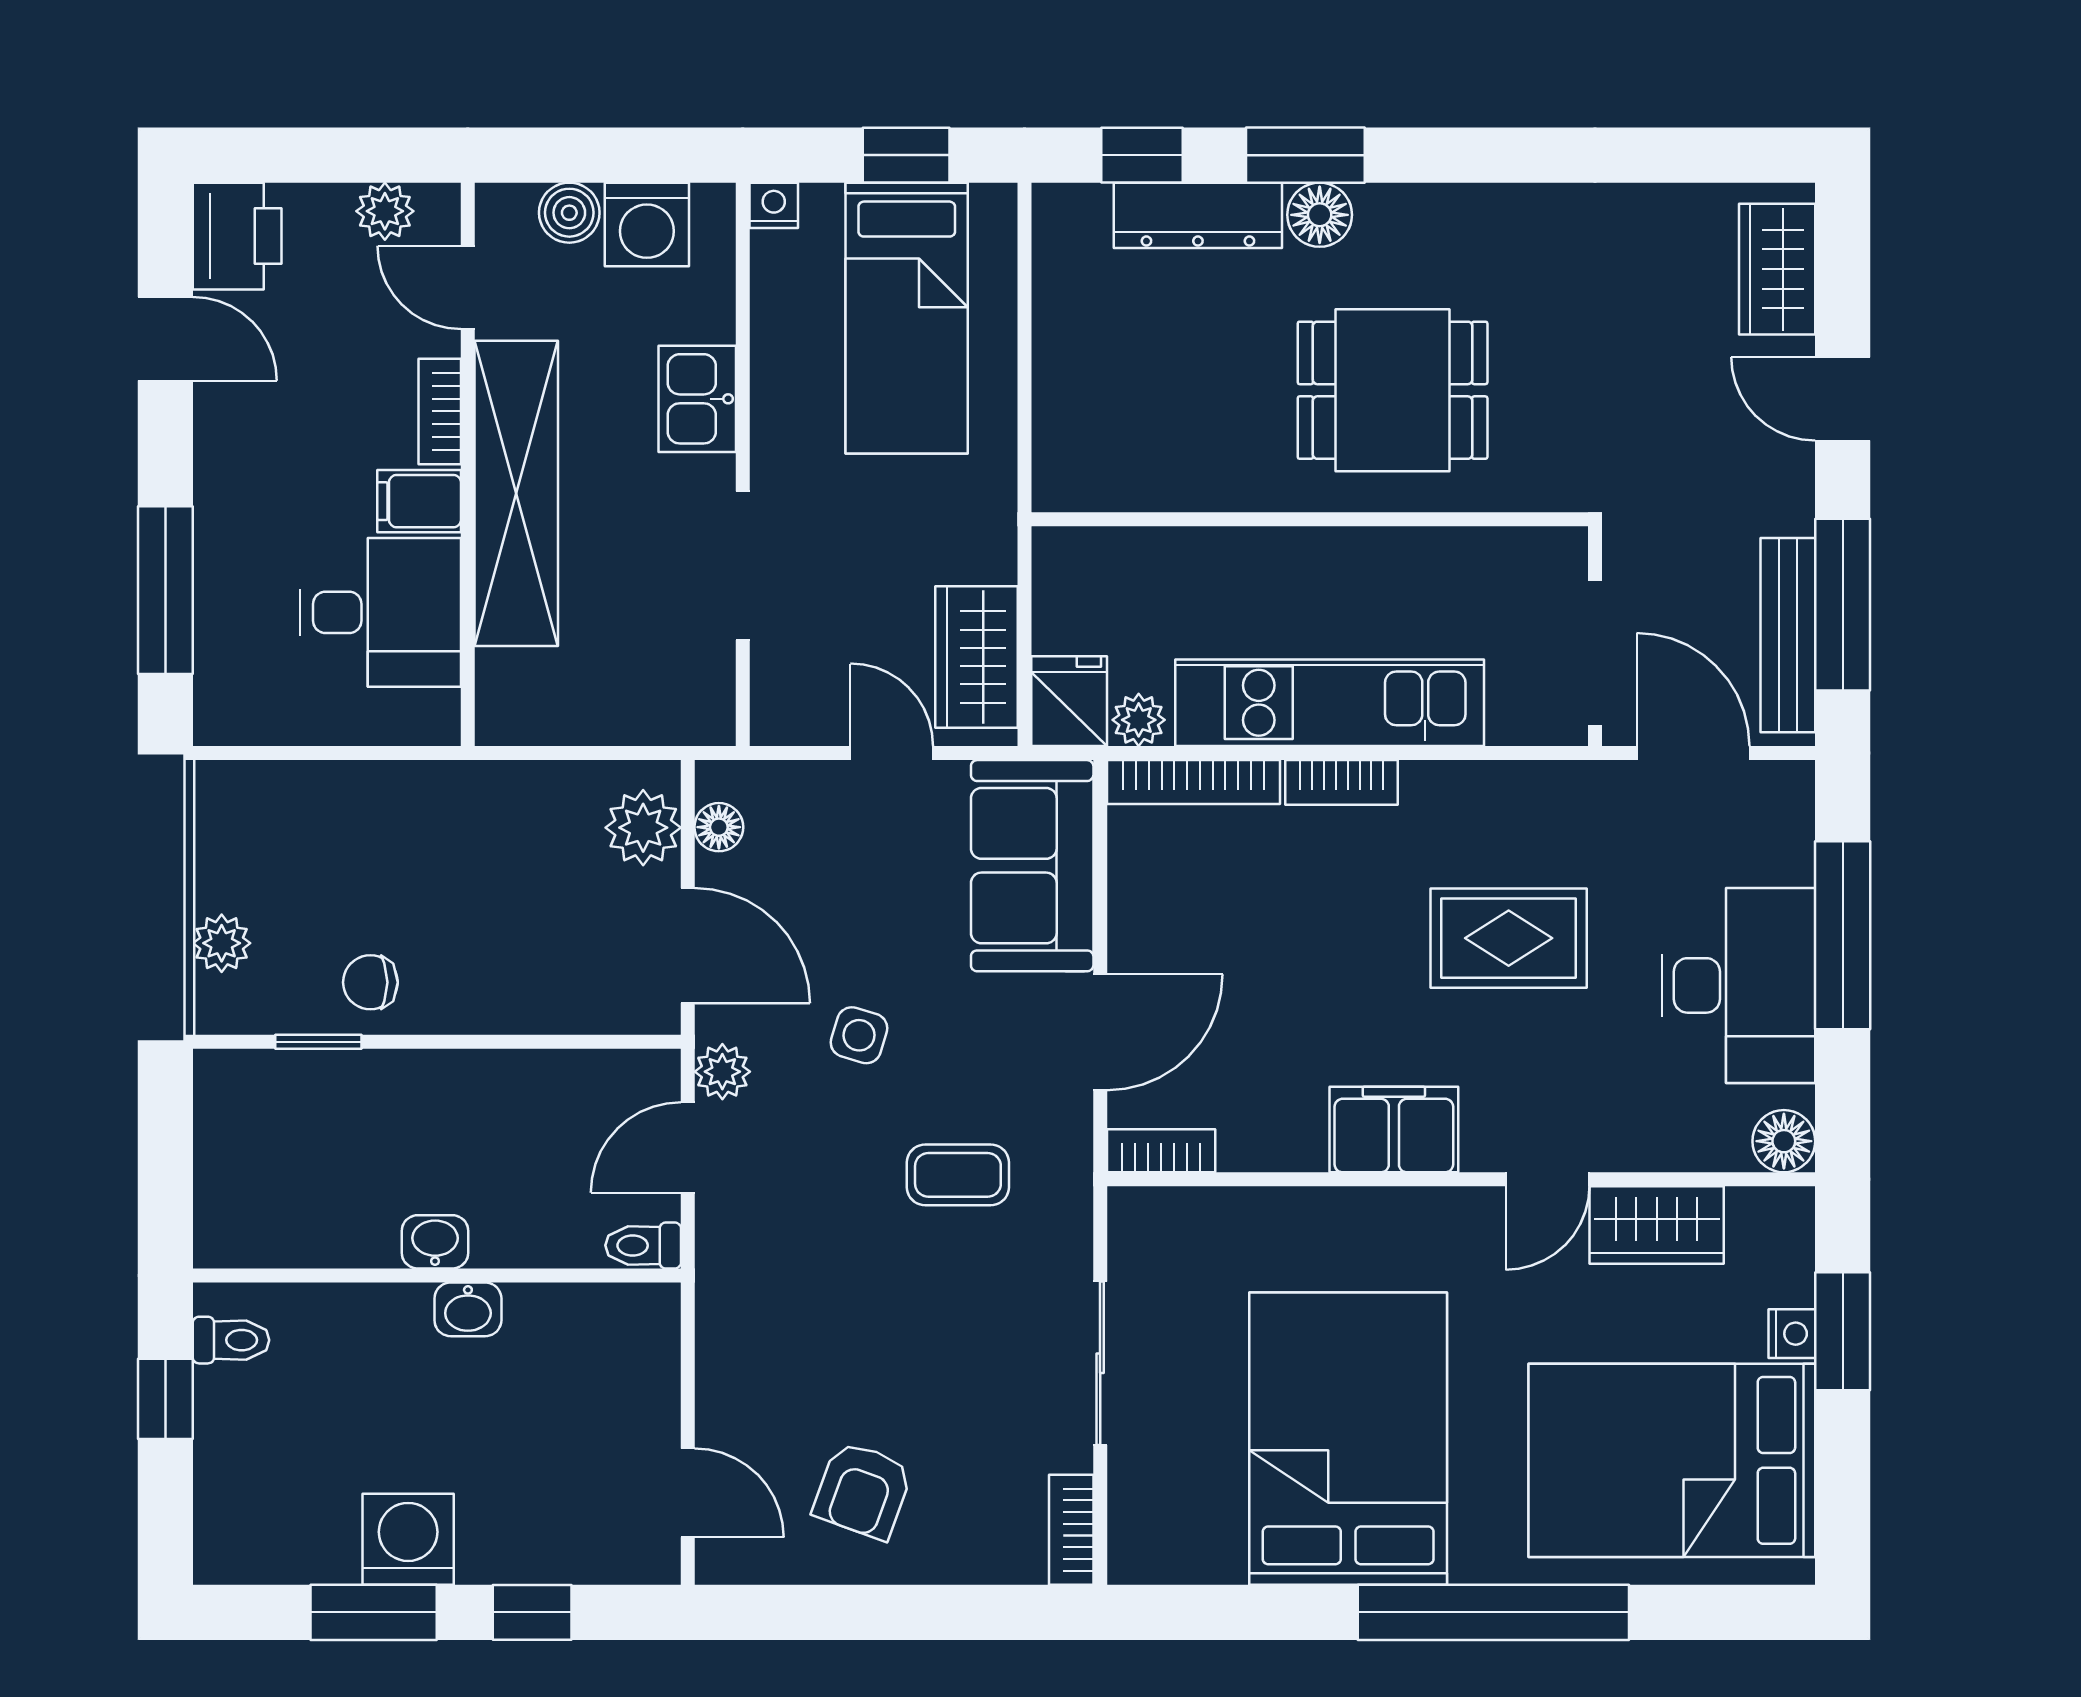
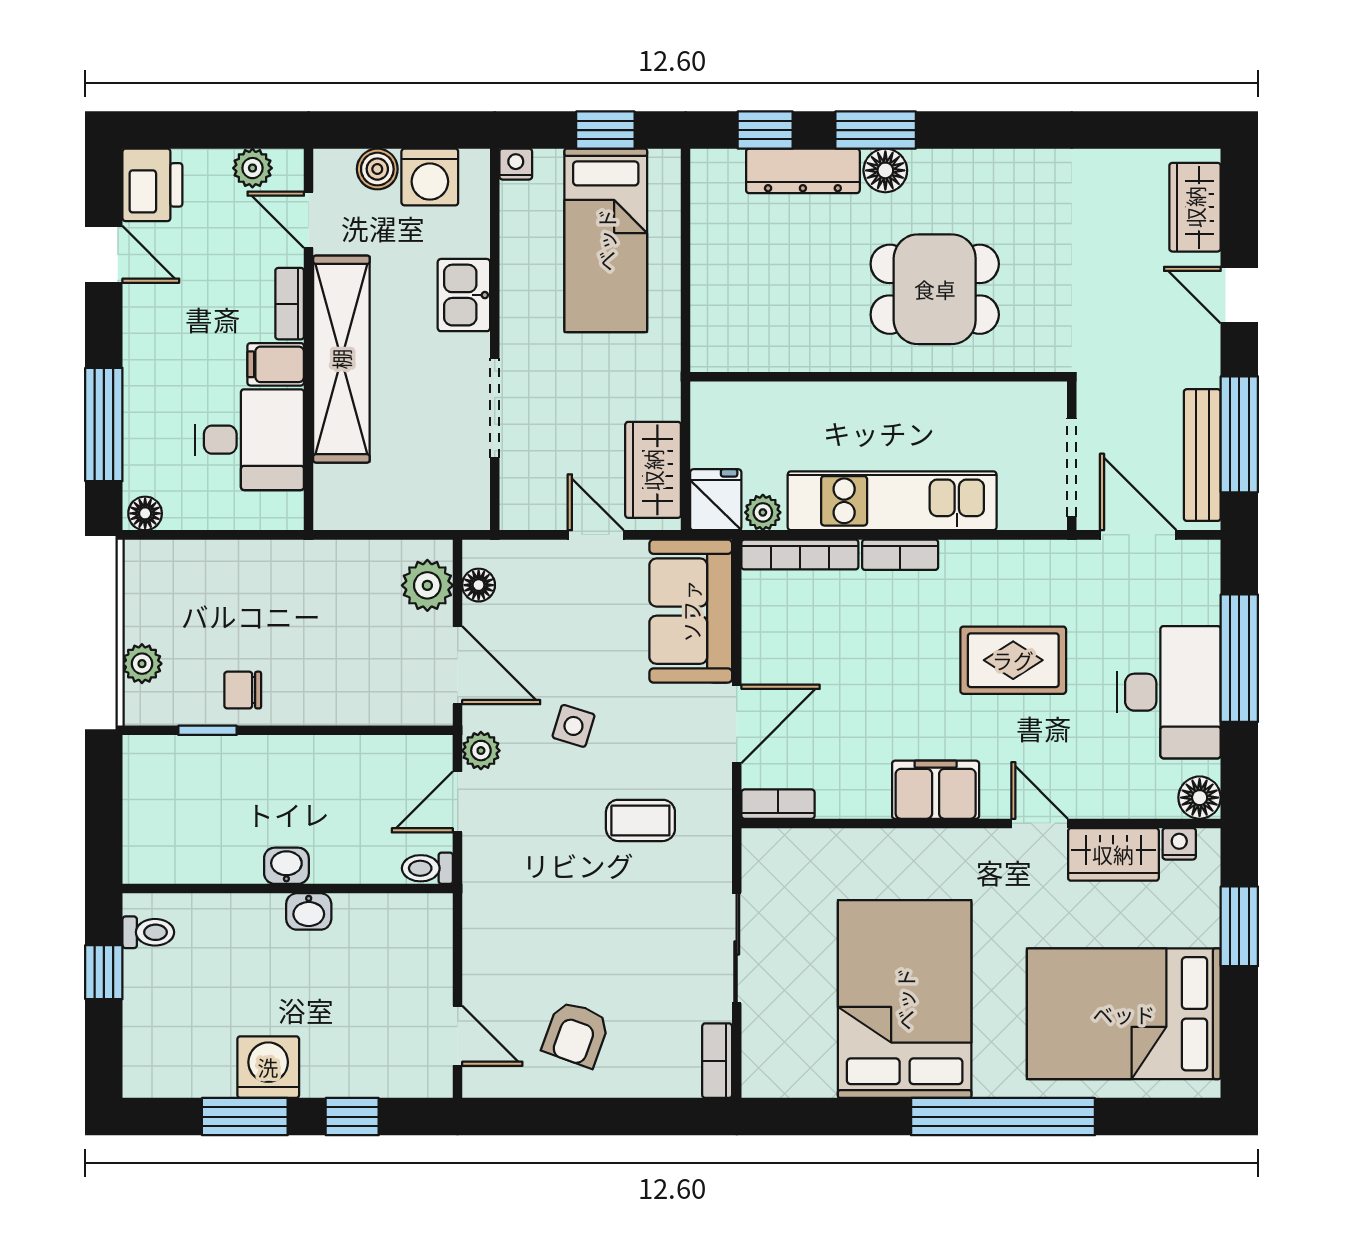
floor lamp: (226, 721) -> (145, 513), added
door: (1547, 1179) -> (1040, 823), swing flipped
nightstand: (1792, 1334) -> (1179, 844), moved, turned -90

